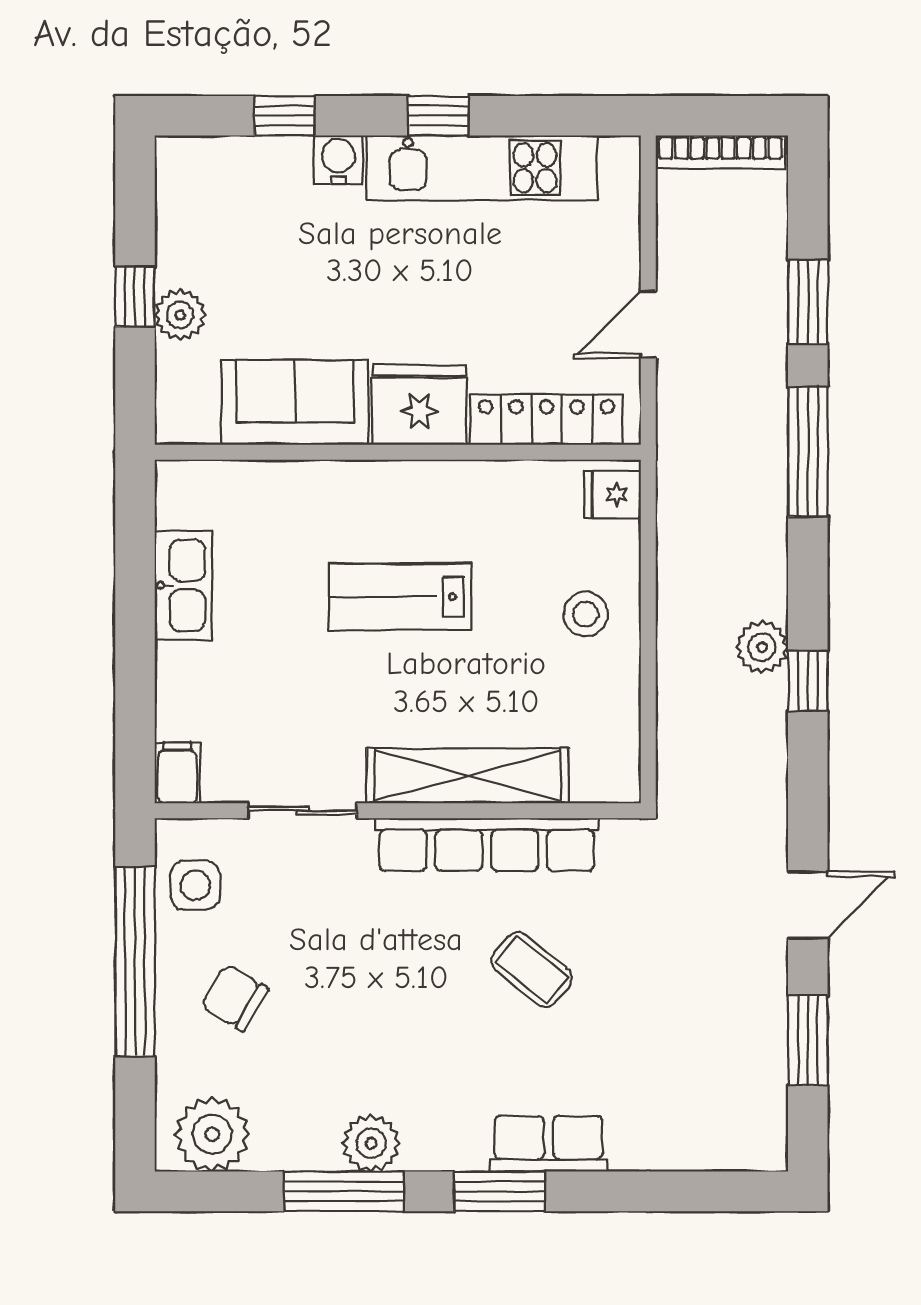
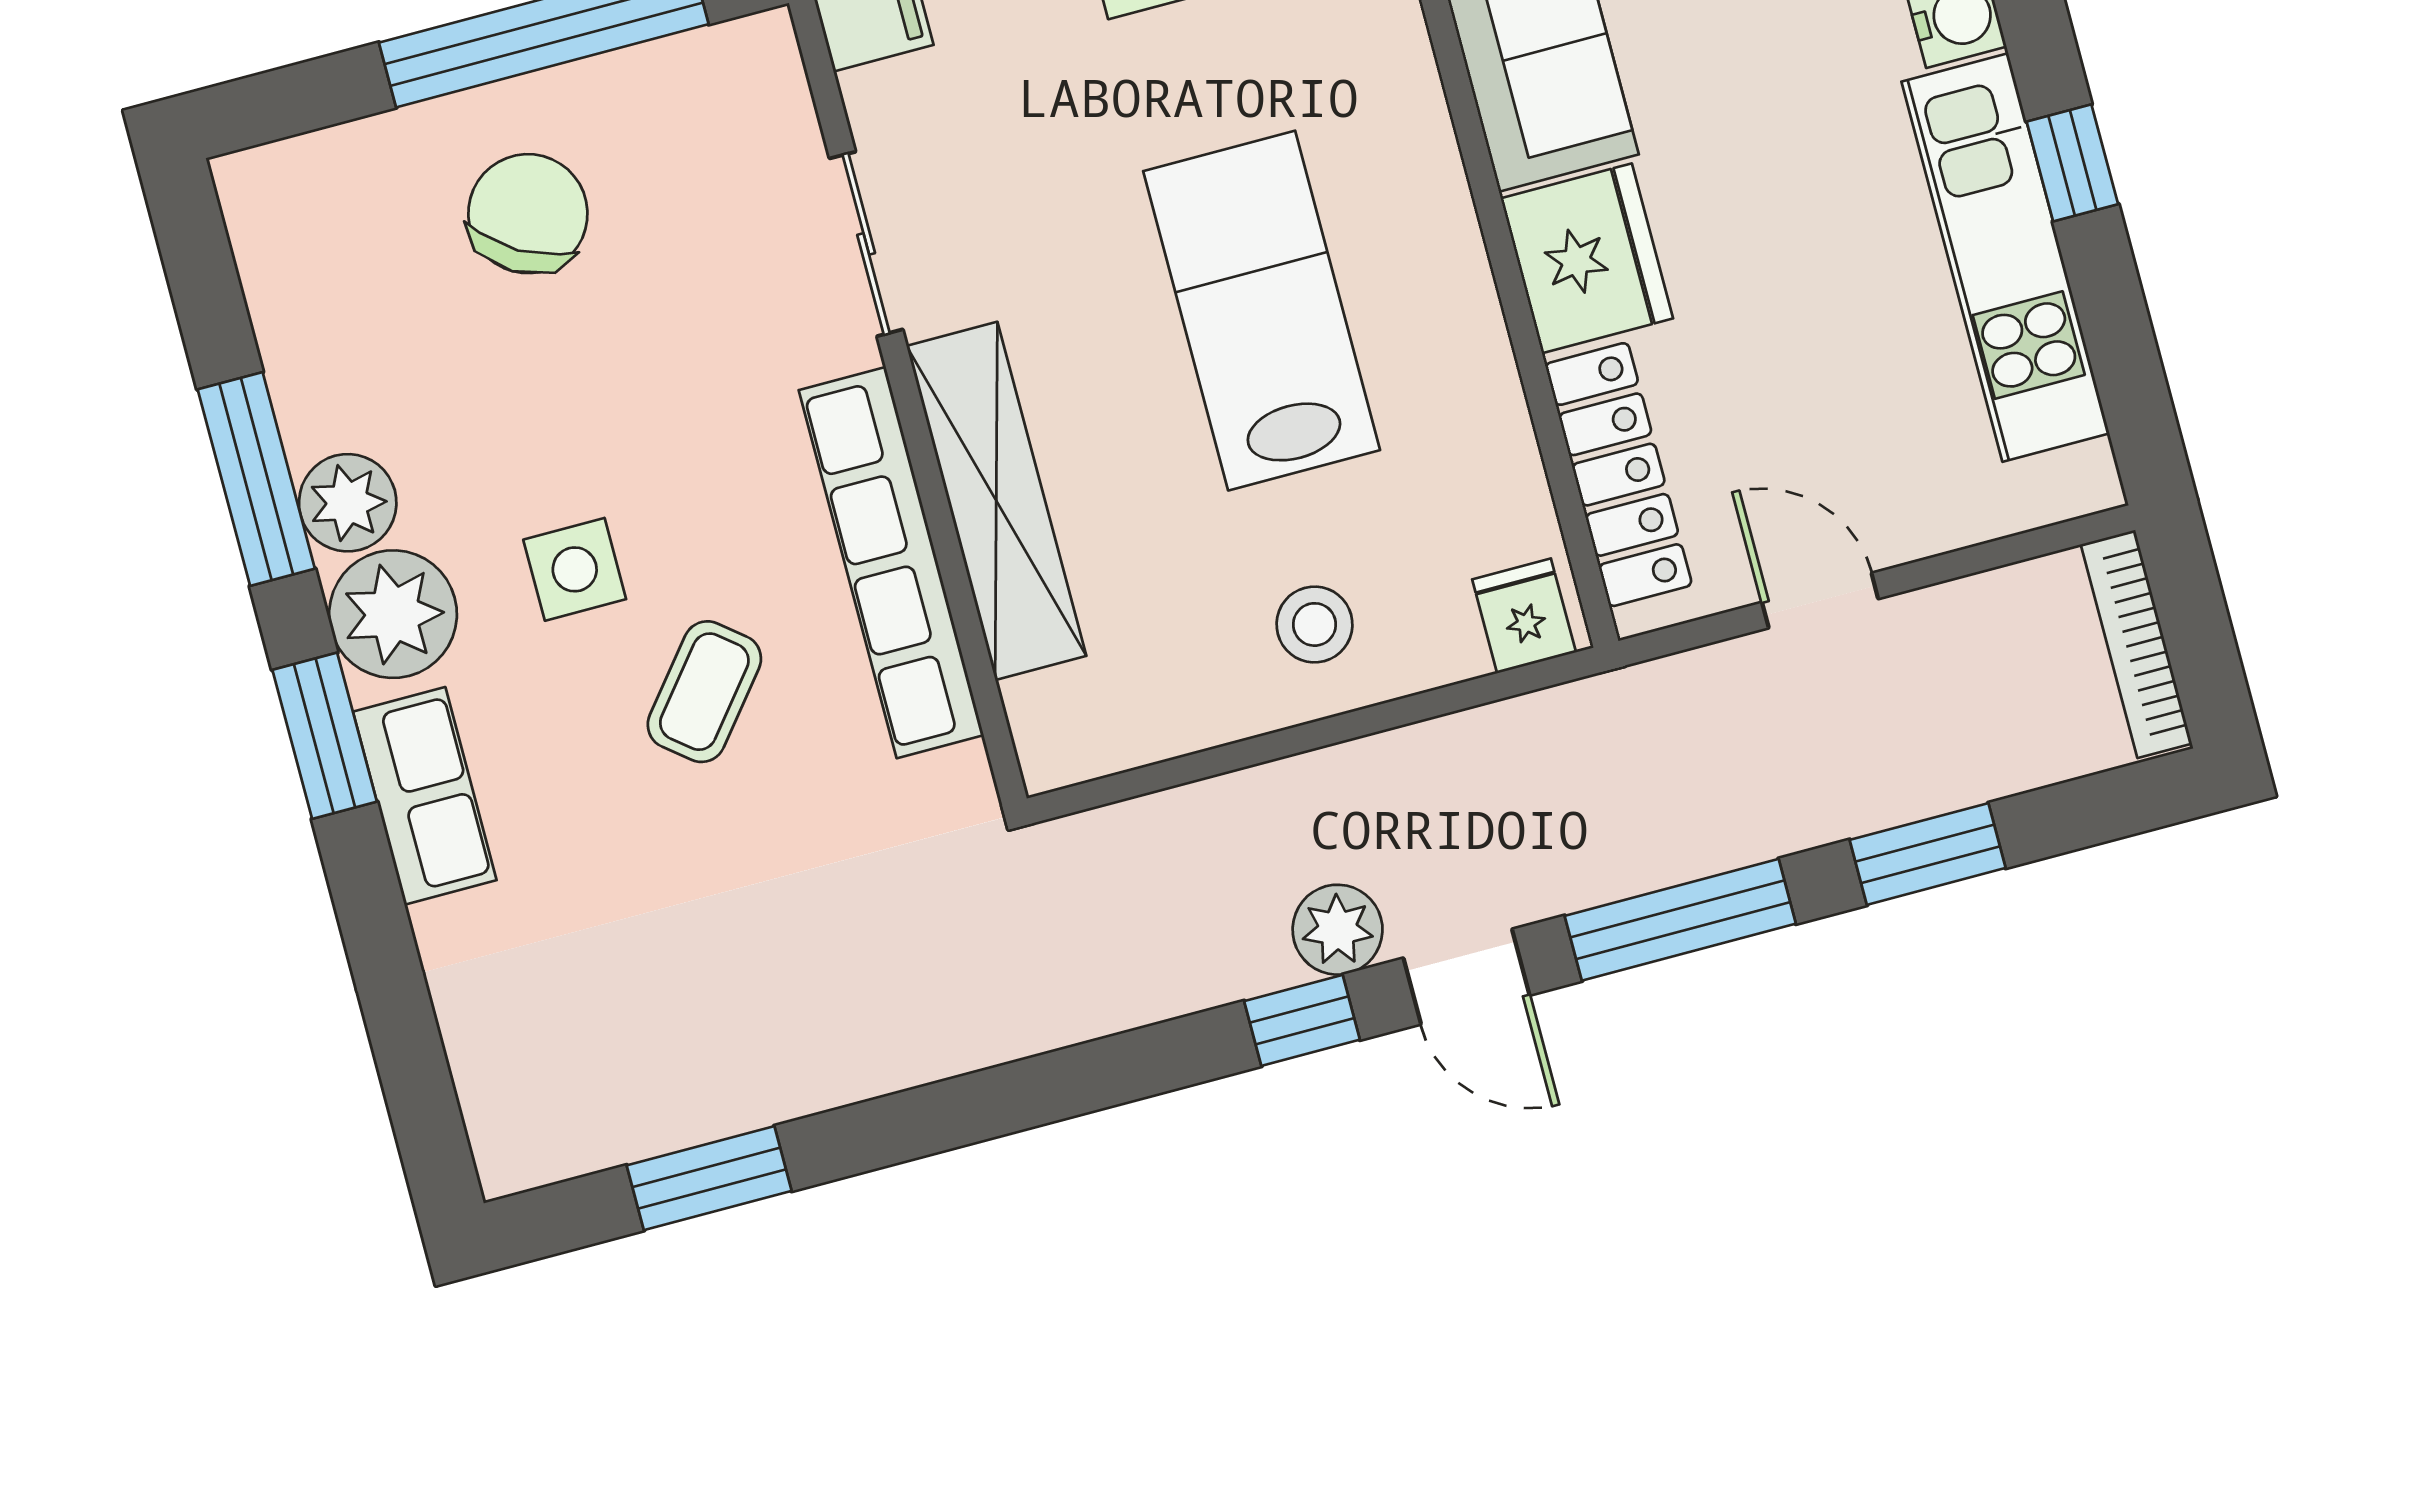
lab bench: (400, 597) -> (1262, 311), width x1.36, depth x1.39
side table: (195, 885) -> (575, 569), moved
door: (808, 905) -> (1466, 977), moved
chair: (235, 998) -> (528, 214), width x1.37, depth x1.37
plant: (212, 1134) -> (393, 614), moved

